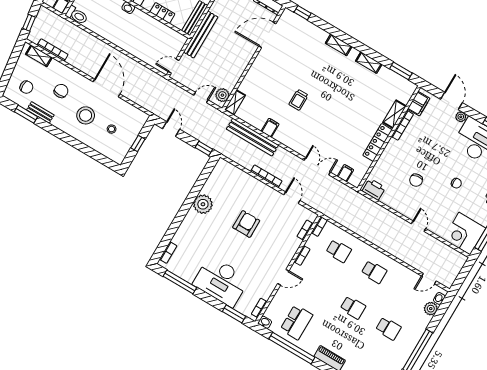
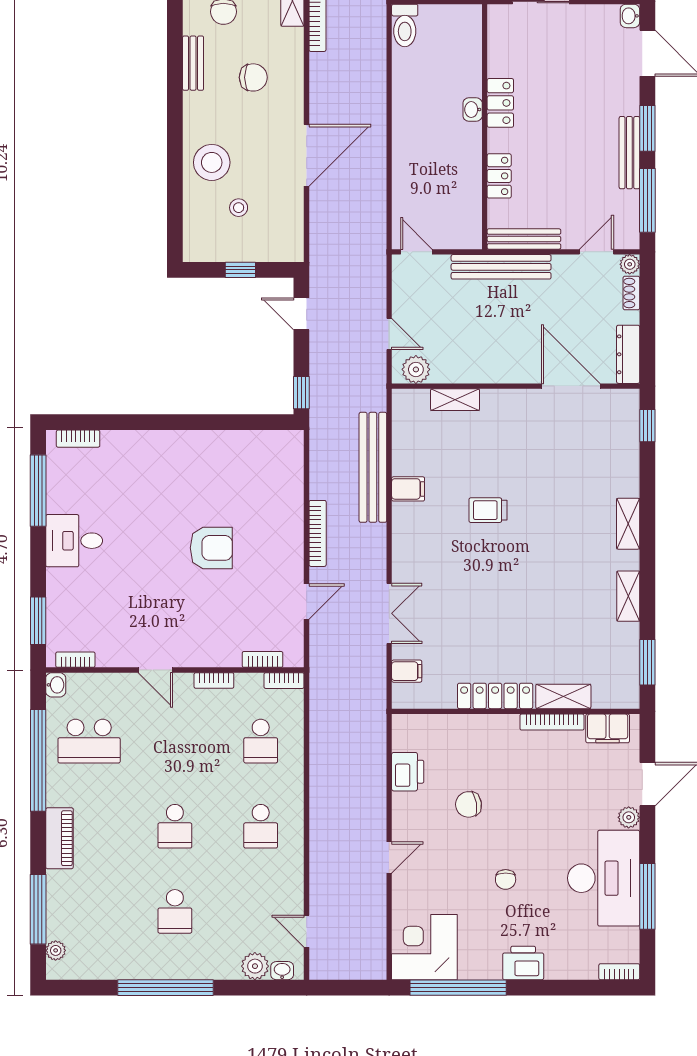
shelving: (235, 102) -> (455, 400), moved
window: (26, 114) -> (175, 39), removed
stool: (86, 115) -> (212, 162), moved
door: (171, 129) -> (301, 314), swing flipped
printer: (374, 189) -> (408, 772), moved
plant: (203, 204) -> (201, 450), removed
desk: (221, 281) -> (74, 541), width x0.53, depth x0.77

